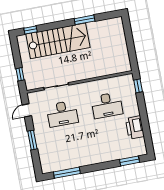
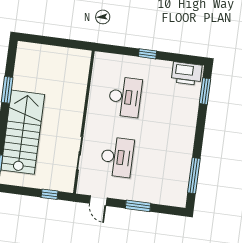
window: (138, 86) -> (148, 54), moved
printer: (135, 127) -> (187, 74), moved

